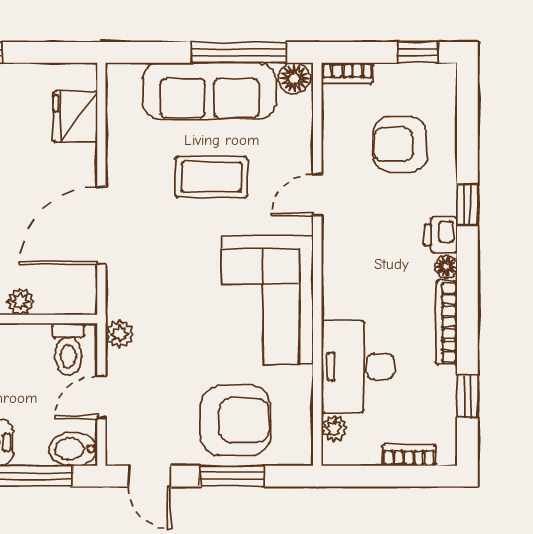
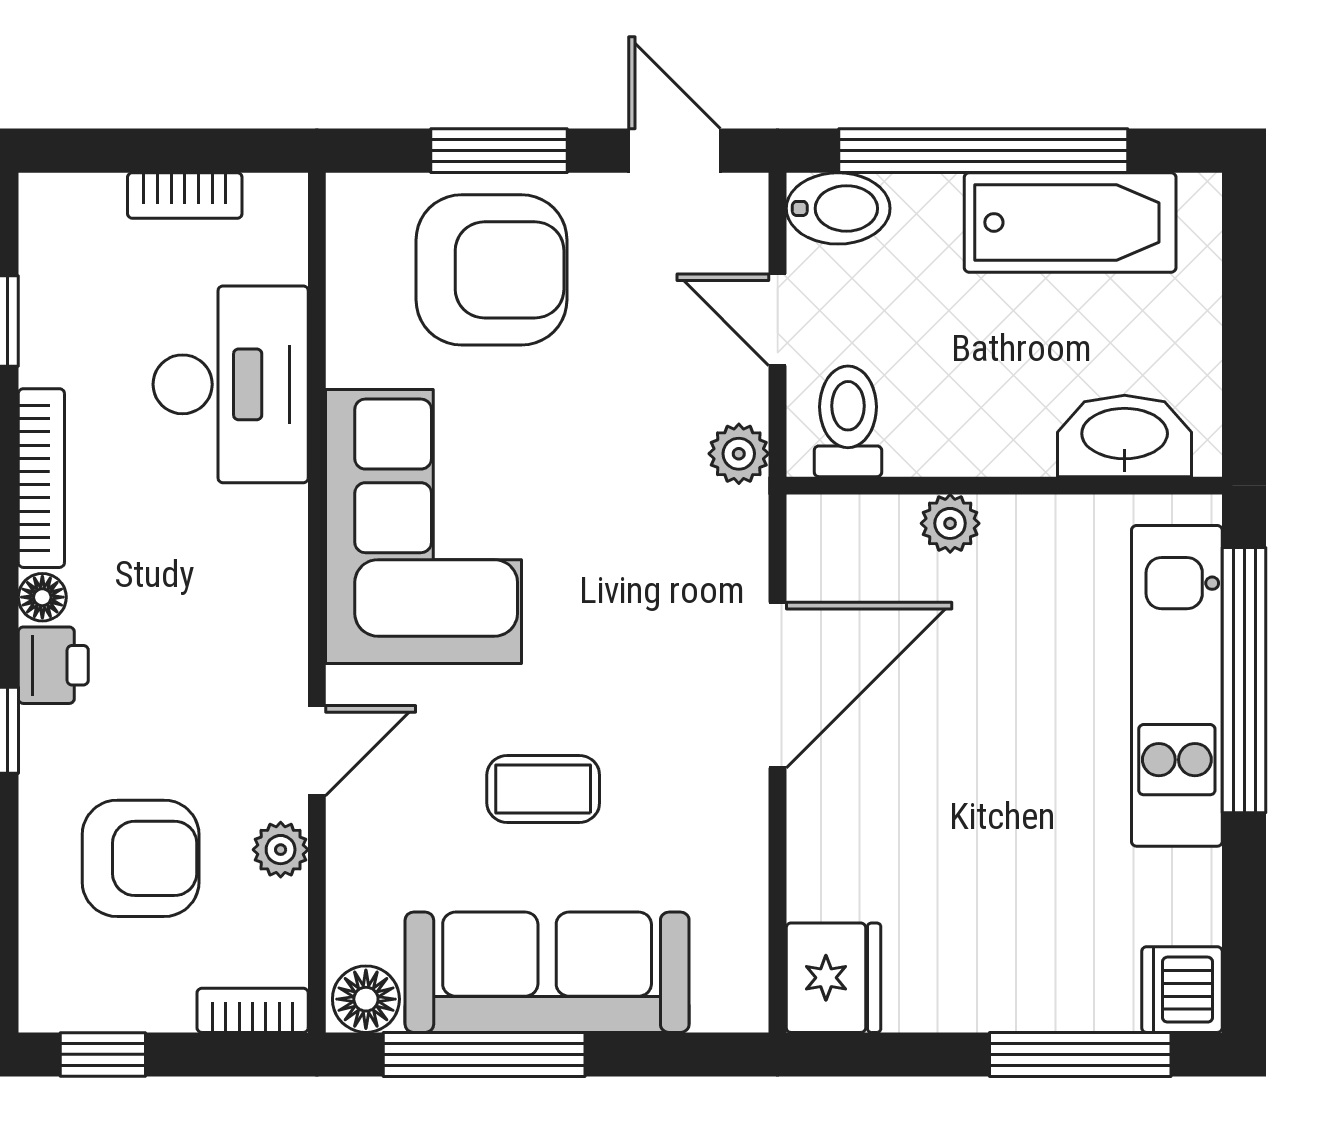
fridge: (75, 117) -> (834, 978), moved
coffee table: (211, 177) -> (543, 789), width x0.73, depth x0.77
door: (101, 397) -> (778, 320), swing flipped
armchair: (235, 420) -> (492, 270), turned 180
plant: (334, 428) -> (281, 850), moved
bookcase: (409, 455) -> (185, 195), moved

